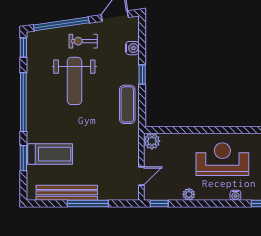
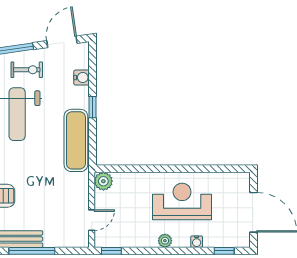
exercise bike: (83, 41) -> (27, 70), turned 180
exercise mat: (127, 104) -> (76, 140), width x1.36, depth x1.45
plant: (189, 194) -> (165, 241), moved

